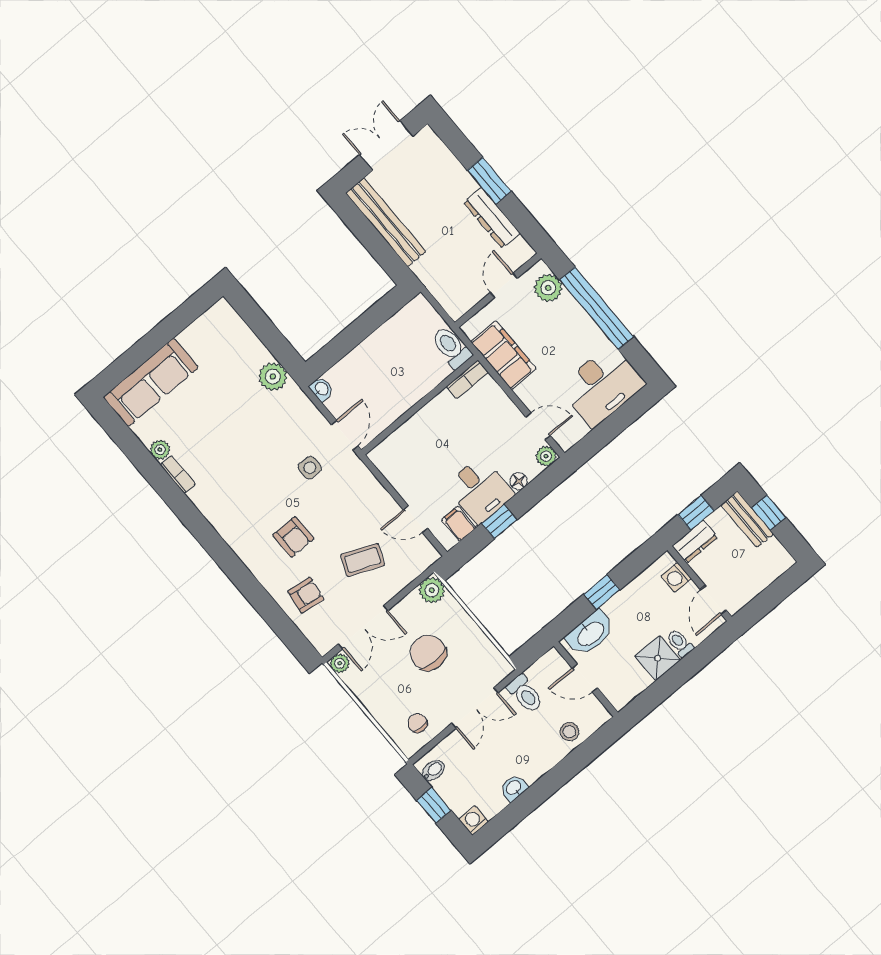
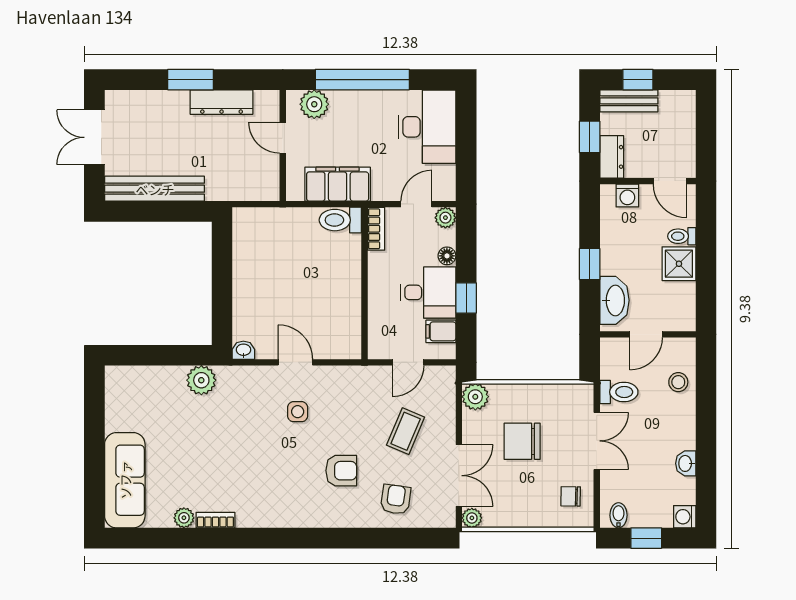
toilet: (451, 347) -> (340, 220), moved
bookcase: (467, 379) -> (376, 229), moved
wall: (420, 405) -> (364, 283), moved

